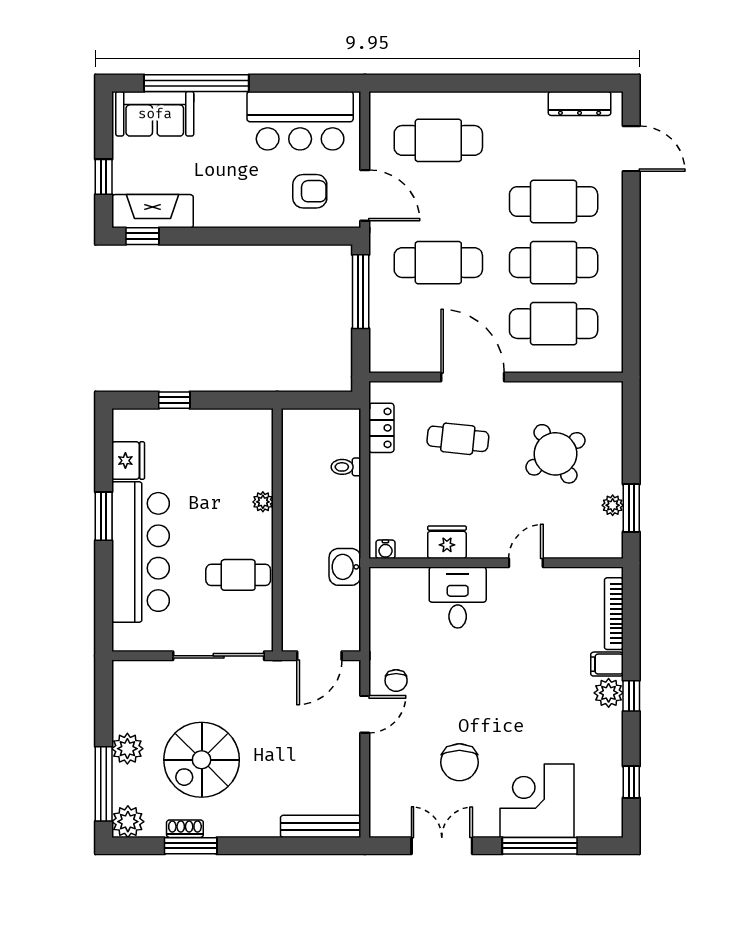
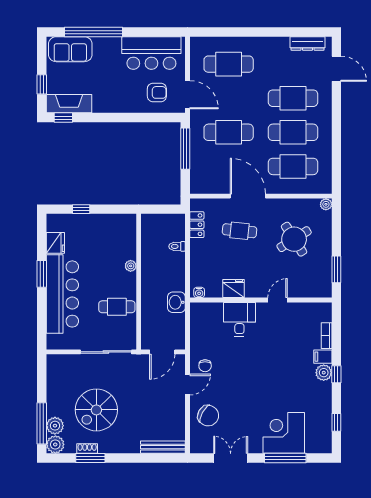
plant: (613, 505) -> (326, 204), moved
bookcase: (614, 614) -> (327, 336), width x0.64
plant: (127, 749) -> (55, 426), moved
chair: (459, 762) -> (208, 416), moved, turned -61

